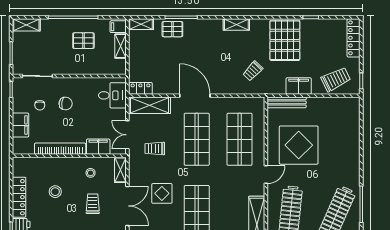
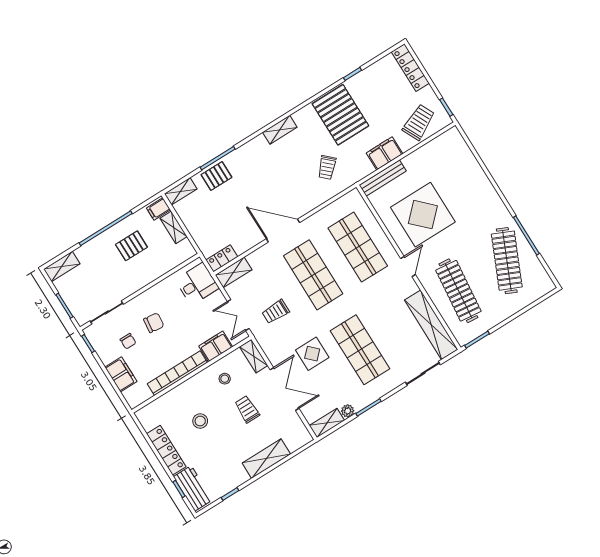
shelving: (150, 105) -> (234, 272), width x0.67, depth x0.75

